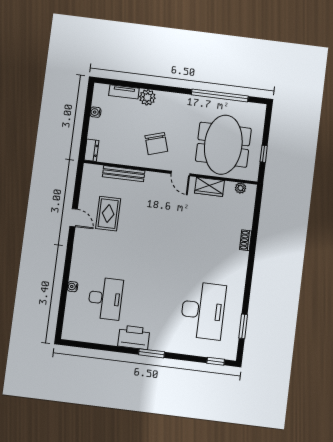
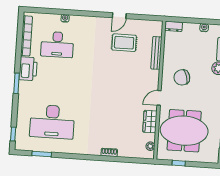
bookcase: (92, 337) -> (27, 36), added

